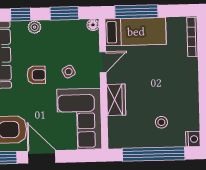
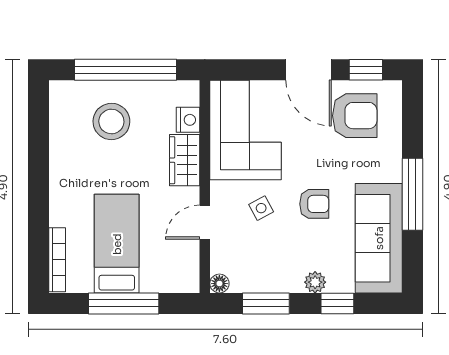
window: (136, 12) -> (124, 303), moved
bed: (136, 32) -> (117, 244), moved, turned 90
armchair: (36, 75) -> (314, 204), turned 180
stool: (161, 122) -> (111, 121), width x1.89, depth x1.89
nightstand: (193, 139) -> (188, 120), moved, turned 180

